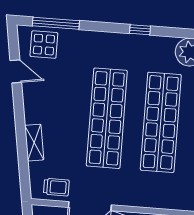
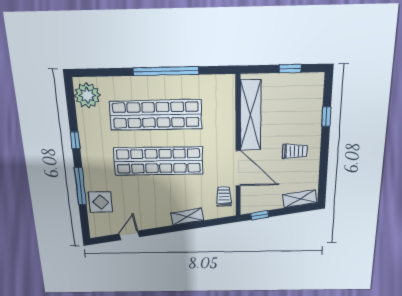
window: (56, 23) -> (80, 186), moved
display table: (44, 45) -> (101, 202), moved

